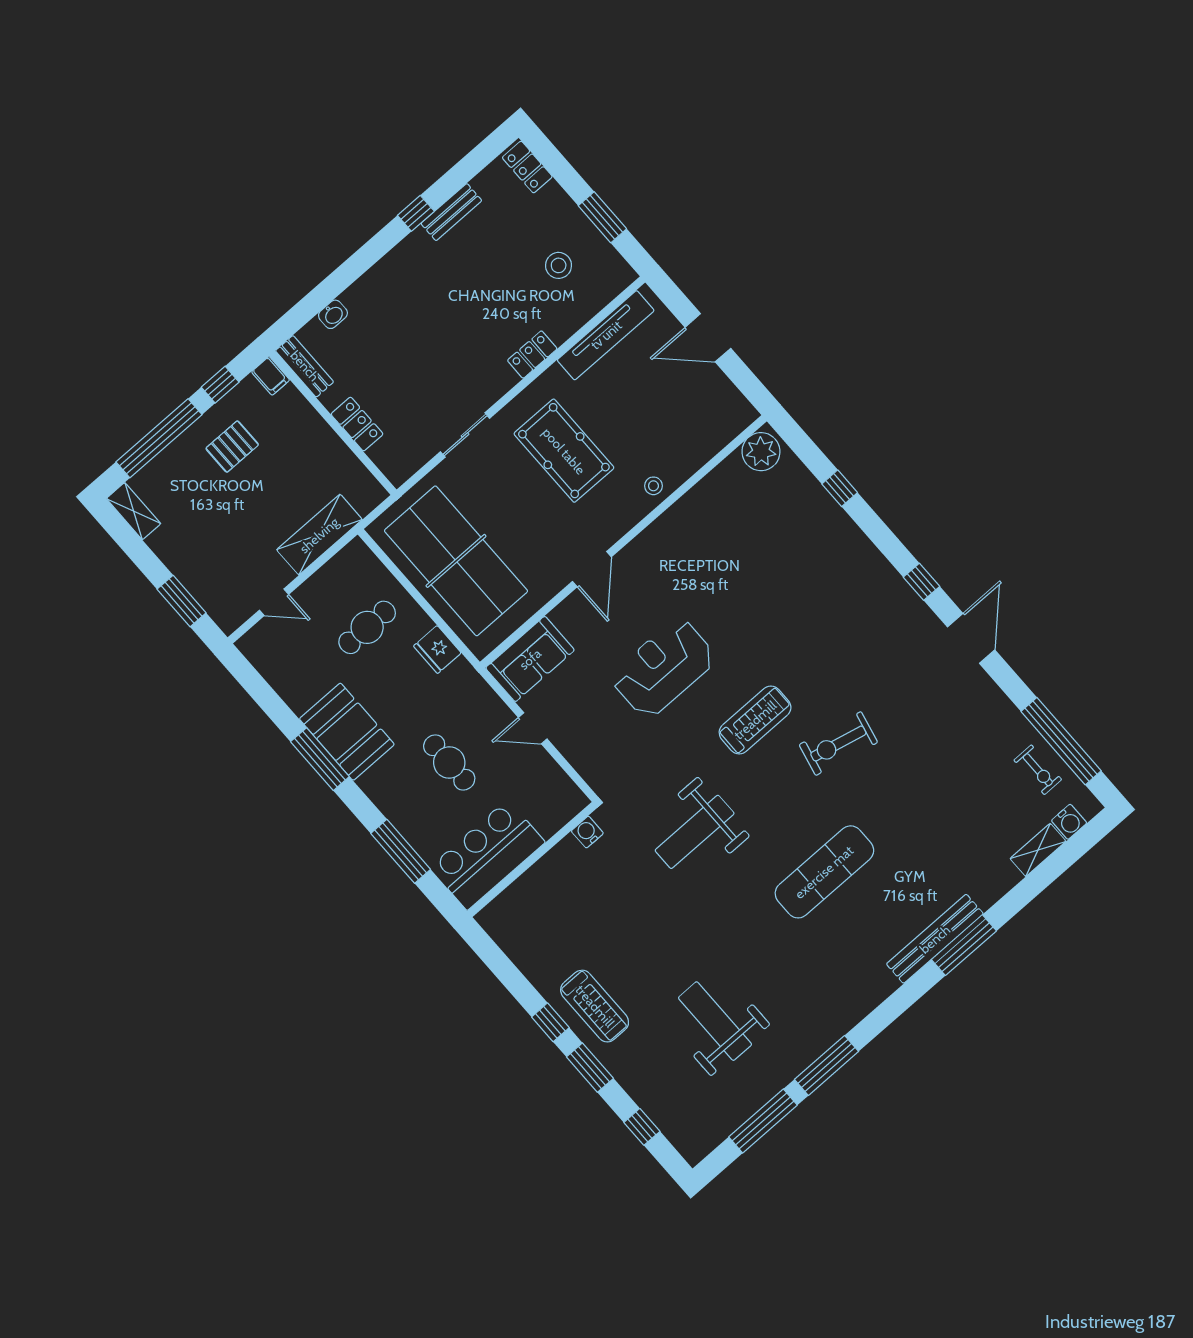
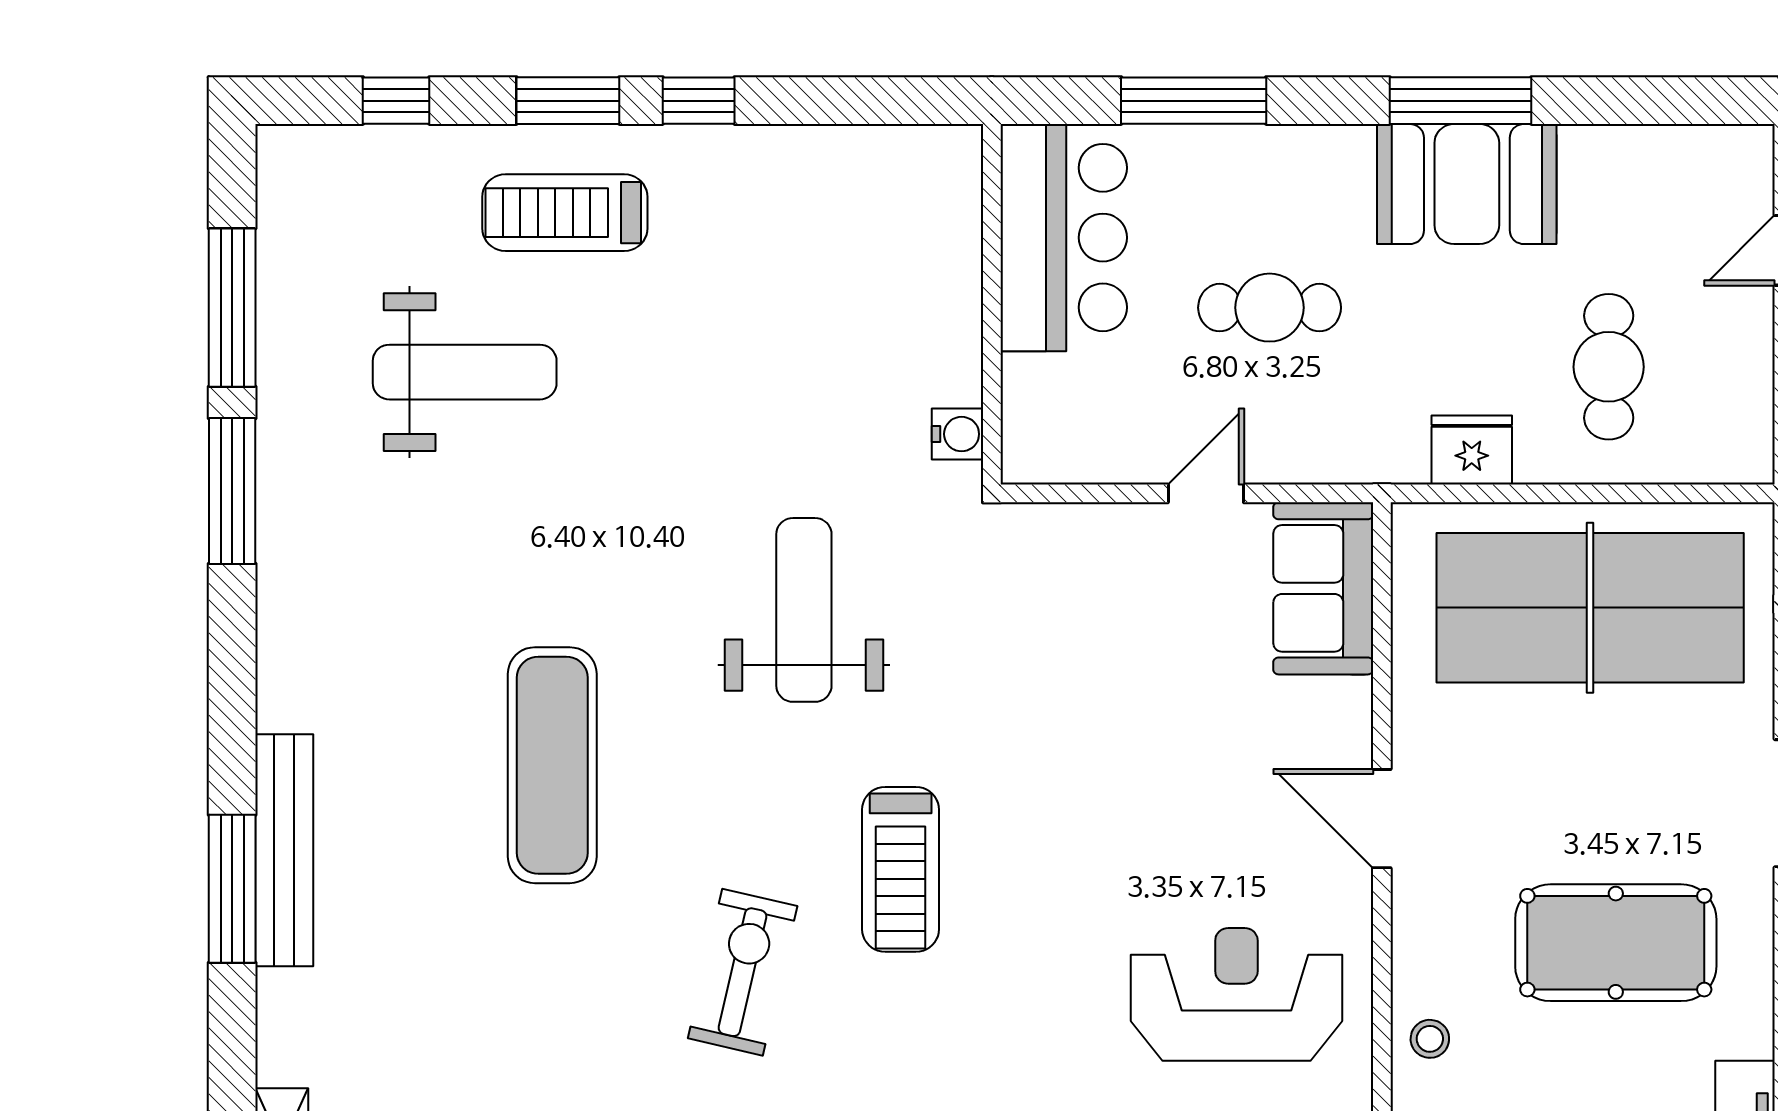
reception desk: (663, 668) -> (1236, 994), moved, turned -90
treadmill: (595, 1006) -> (565, 213), moved

